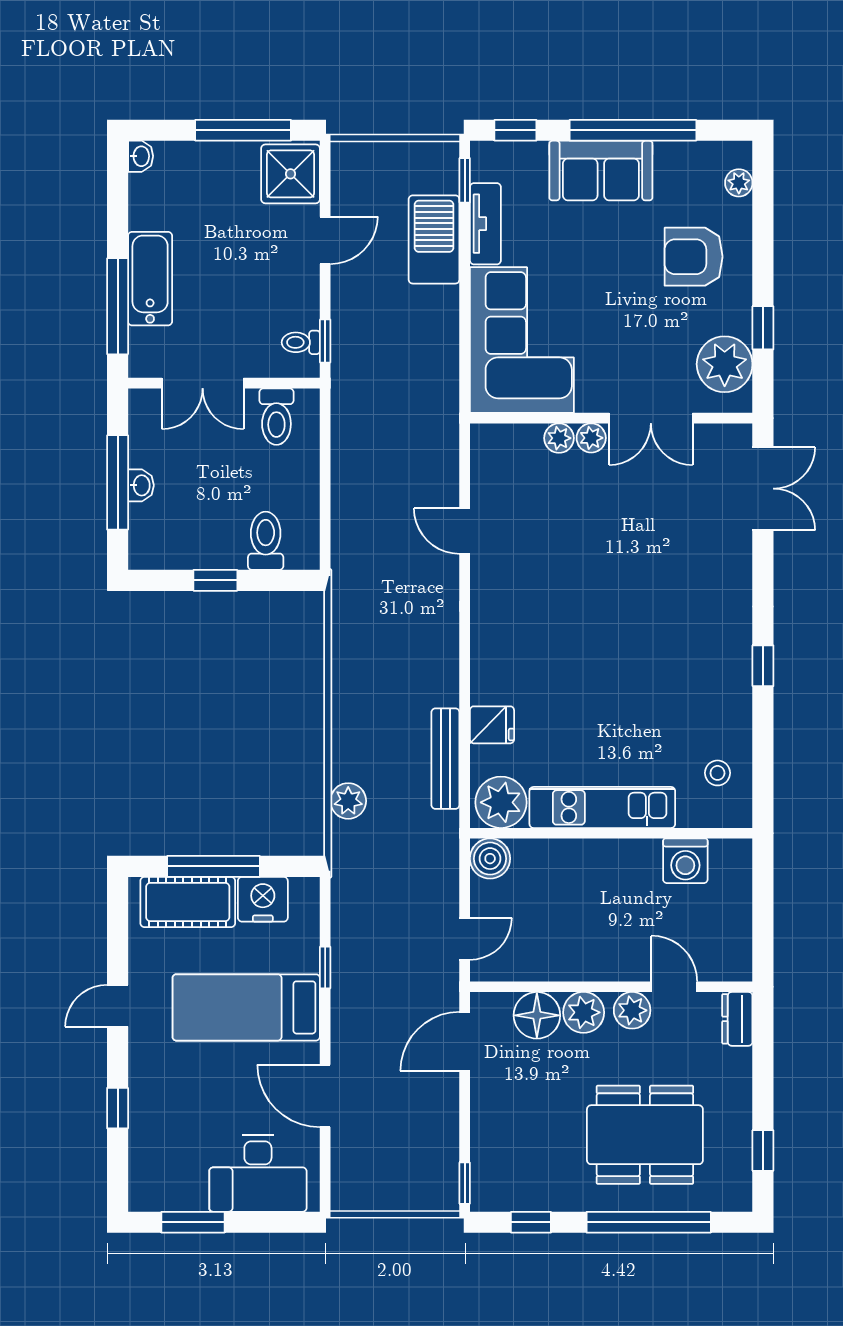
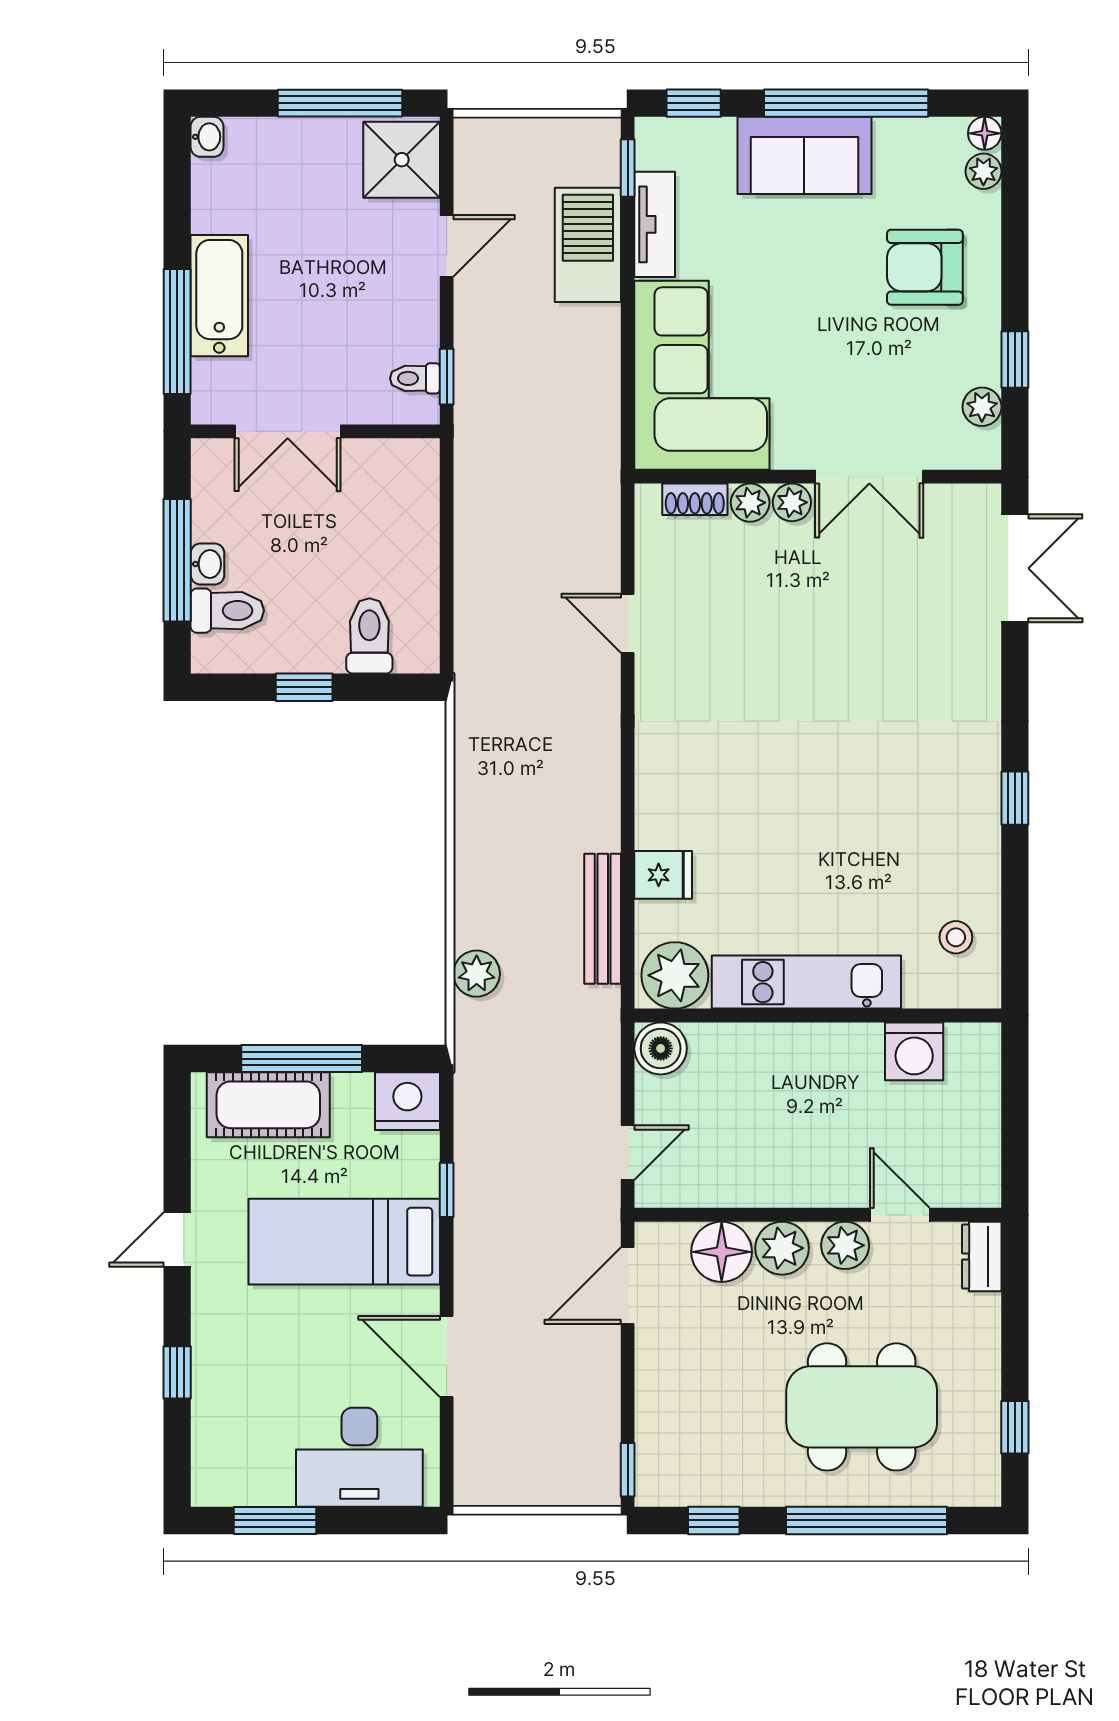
floor lamp: (740, 154) -> (985, 133), added
plant: (725, 364) -> (982, 407), width x0.53, depth x0.53
toilet: (276, 417) -> (227, 611), moved, turned -90
shoe rack: (516, 435) -> (695, 499), added
nightstand: (263, 899) -> (407, 1101), moved

